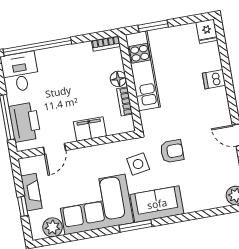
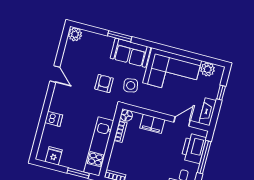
fridge: (207, 31) -> (54, 156), moved
floor lamp: (118, 79) -> (126, 115), moved
armchair: (172, 151) -> (104, 84), turned 90
fireplace: (31, 192) -> (208, 112), moved
window: (136, 226) -> (120, 36), moved

